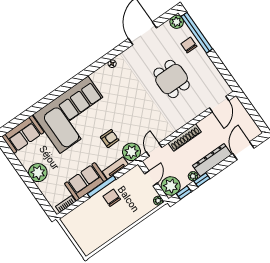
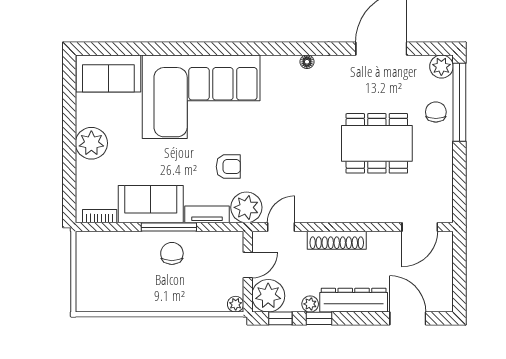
dining table: (172, 79) -> (377, 143), width x1.38
door: (243, 151) -> (408, 318), hinge flipped

